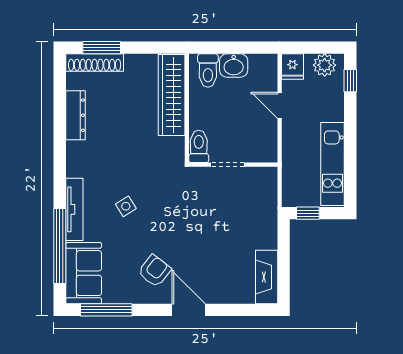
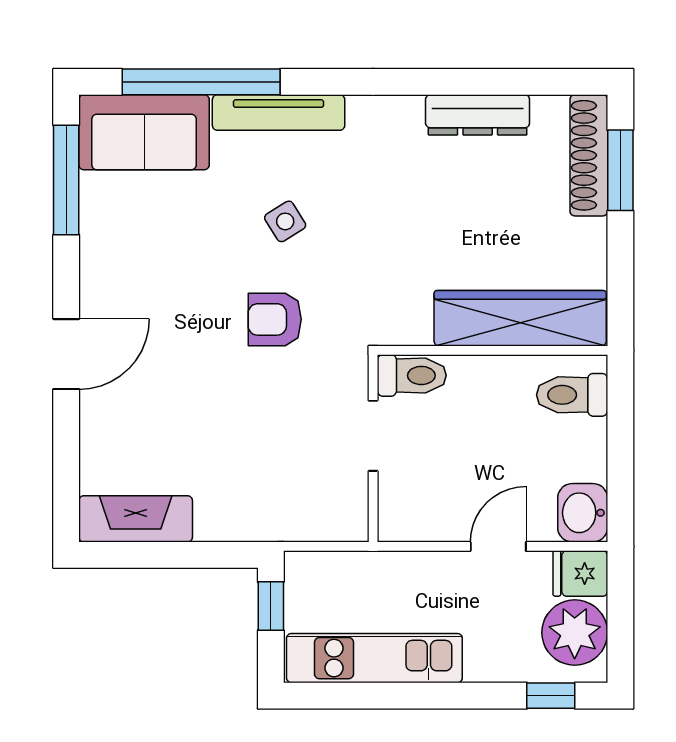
washbasin: (234, 65) -> (583, 513), moved
plant: (325, 65) -> (575, 633), width x1.36, depth x1.36
armchair: (155, 271) -> (275, 319), moved, turned 142

